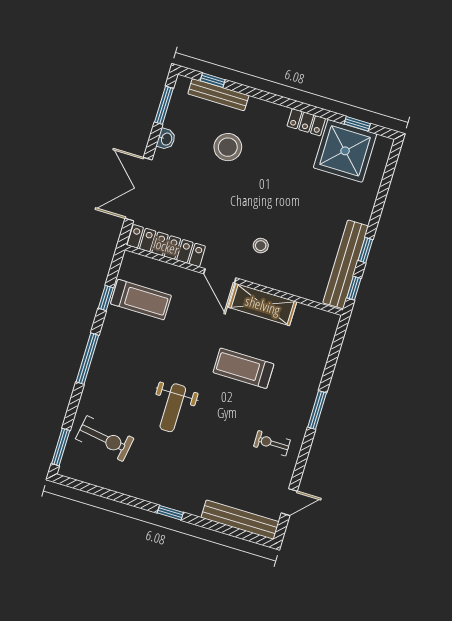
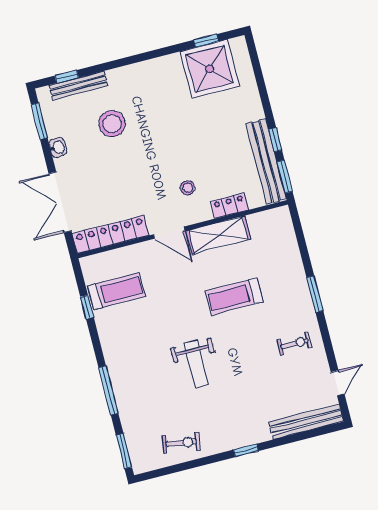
locker: (306, 122) -> (230, 206), moved, turned 180
window: (354, 288) -> (285, 176), width x1.50
window: (87, 359) -> (108, 390), moved
exercise bike: (105, 439) -> (181, 443), moved, width x0.73, depth x0.72
exercise bike: (272, 443) -> (294, 343), turned 180

